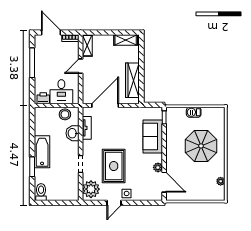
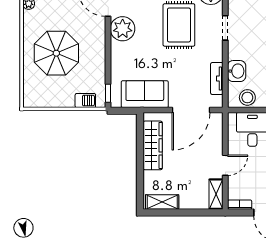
barbecue: (194, 112) -> (85, 101), moved
sofa: (153, 137) -> (145, 94), moved, turned -90
plant: (158, 167) -> (123, 29), width x1.88, depth x1.88

